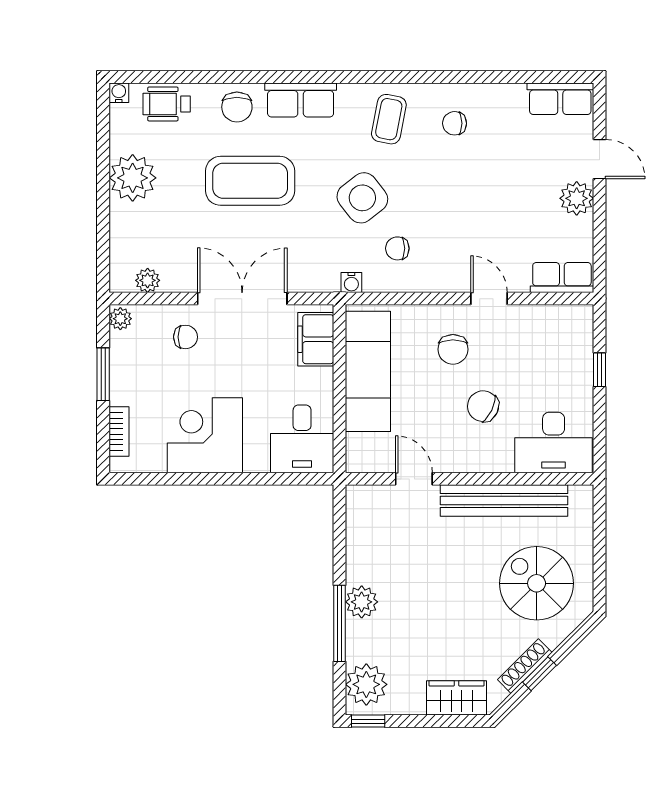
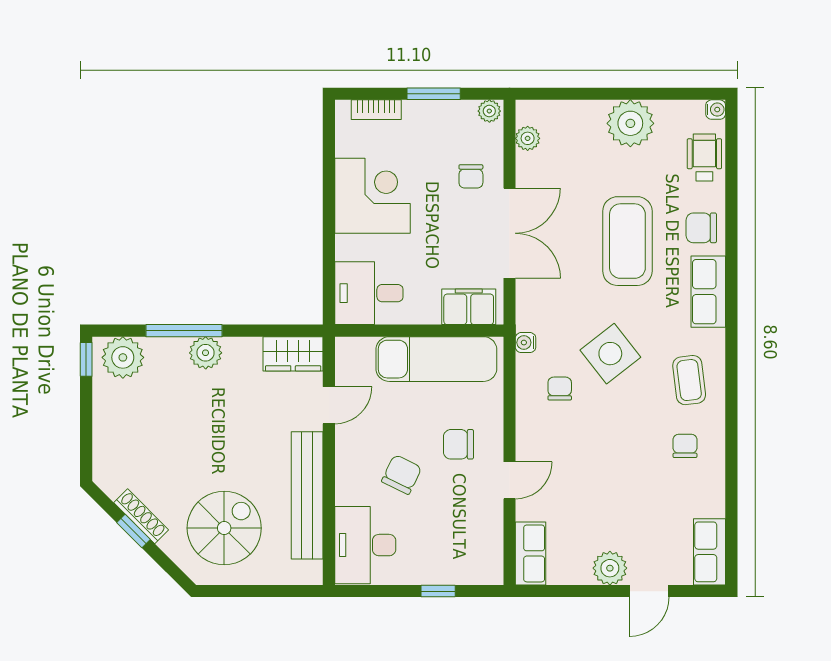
coffee table: (389, 119) -> (689, 380), turned 72
wardrobe: (457, 698) -> (293, 354), moved, turned 90

